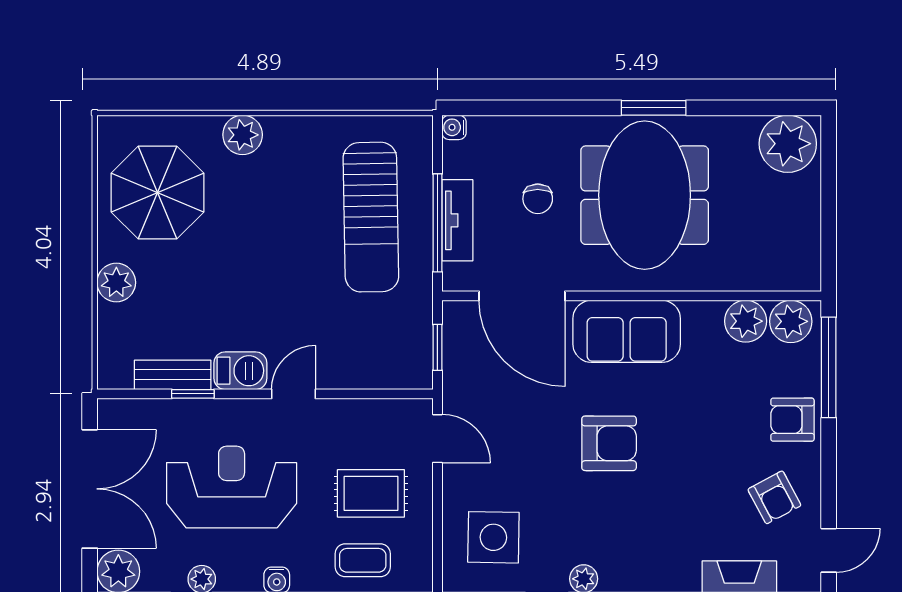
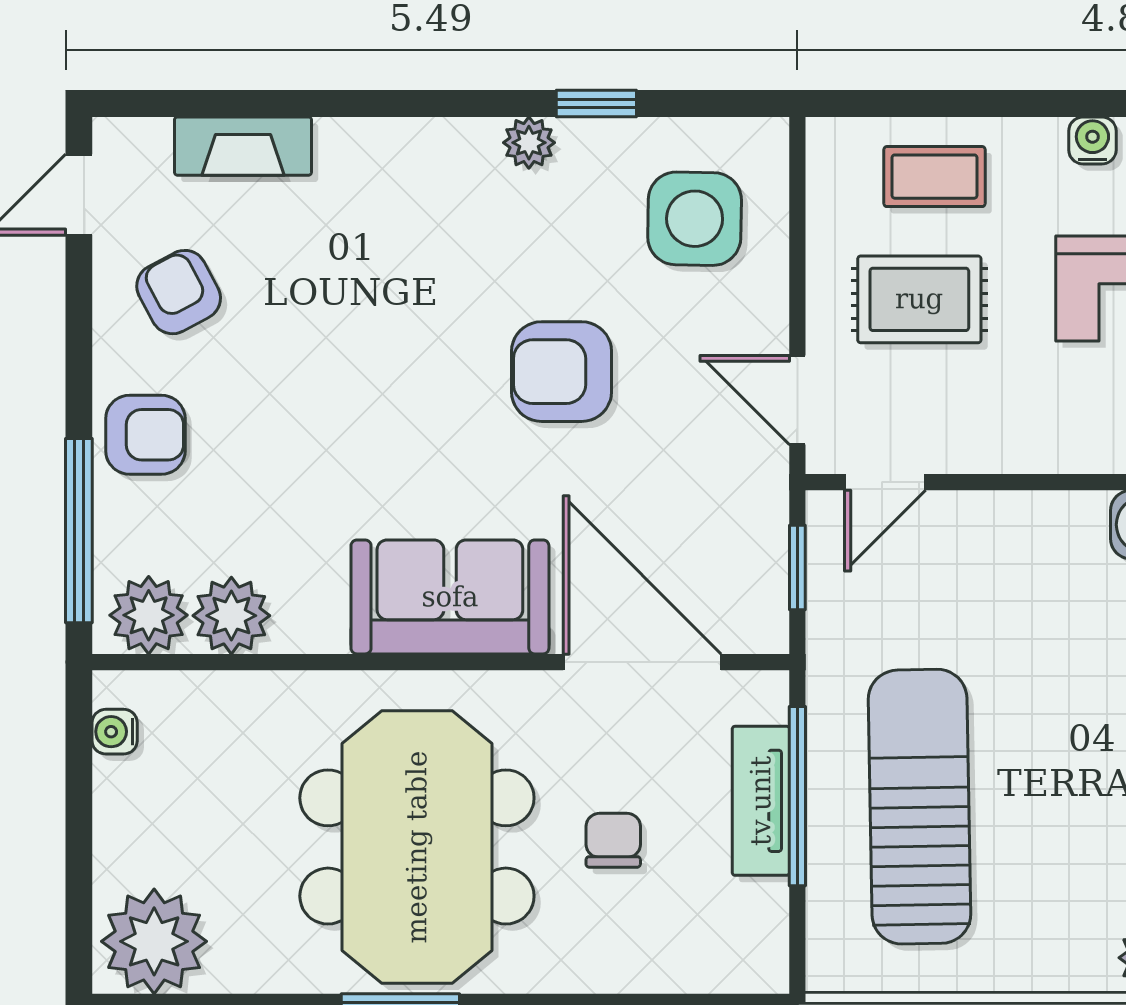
water cooler: (454, 127) -> (115, 732), moved, turned 180
door: (293, 394) -> (885, 482), moved
armchair: (609, 443) -> (562, 372), moved

